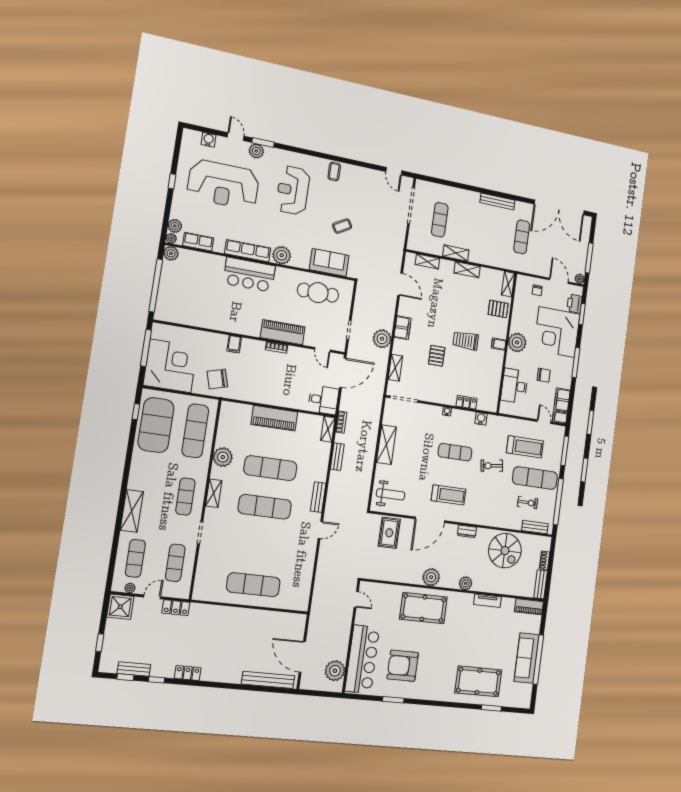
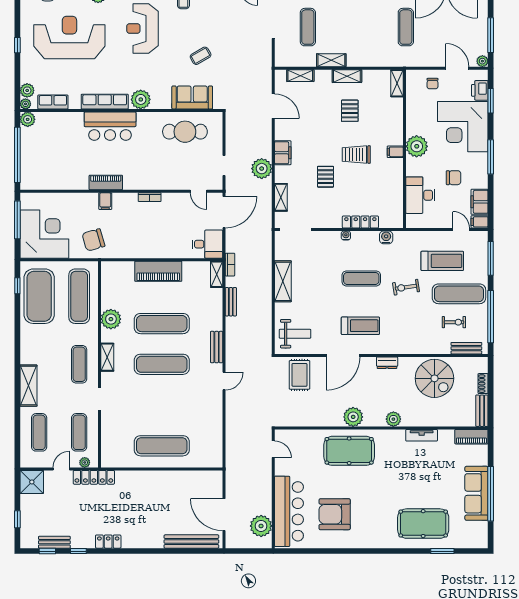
reception desk: (223, 184) -> (69, 38), turned 180
pallet: (498, 309) -> (350, 111), moved, turned 90
piano: (283, 332) -> (106, 182), moved, width x0.73, depth x0.75
locker: (467, 402) -> (360, 222), width x1.53
plant: (130, 588) -> (85, 462), moved
locker: (176, 608) -> (94, 477), width x1.53
window: (393, 700) -> (329, 551), removed

